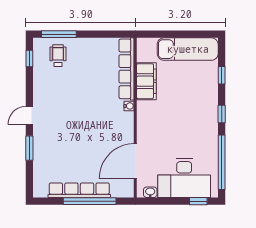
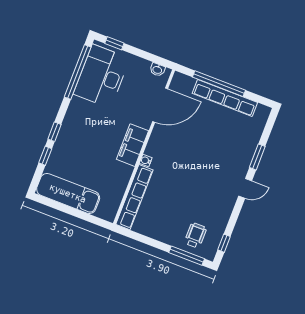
wheelchair: (58, 56) -> (195, 235), turned 180
filing cabinet: (146, 81) -> (132, 145), moved
window: (222, 114) -> (54, 132), moved
desk: (184, 178) -> (102, 76), moved, turned -90

